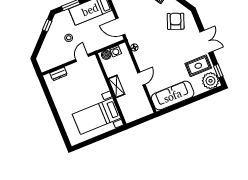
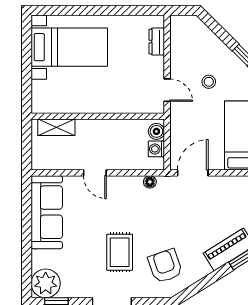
armchair: (176, 21) -> (165, 266), turned -130
rug: (198, 66) -> (120, 252), moved
shelving: (117, 86) -> (56, 127), moved
bed with nightstands: (97, 116) -> (69, 47), moved, turned 90

